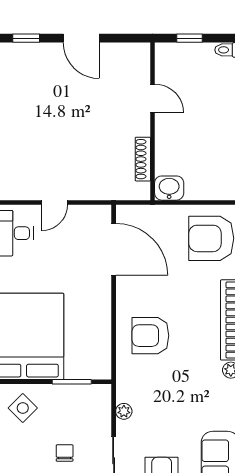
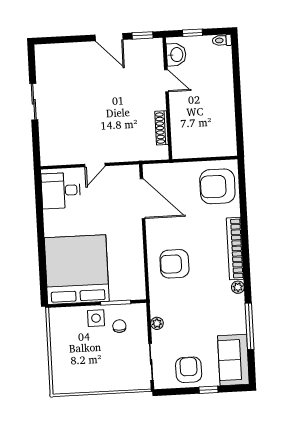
window: (26, 38) -> (142, 35), moved
washbasin: (169, 188) -> (176, 55), moved, turned 90
side table: (23, 408) -> (96, 318), moved, turned 45
chair: (65, 453) -> (119, 326), moved

